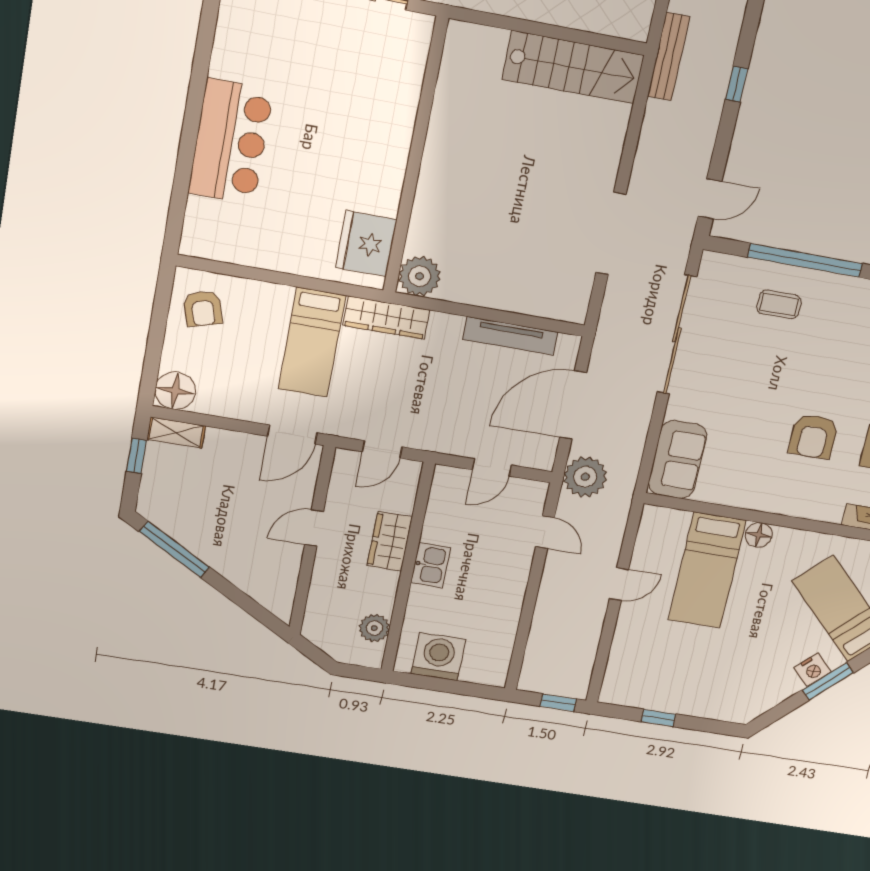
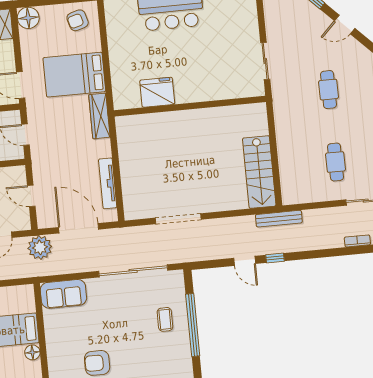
door: (710, 199) -> (245, 261), moved
fridge: (366, 244) -> (157, 92), moved
plant: (420, 276) -> (127, 127), removed
bed: (312, 342) -> (74, 75), width x1.50

